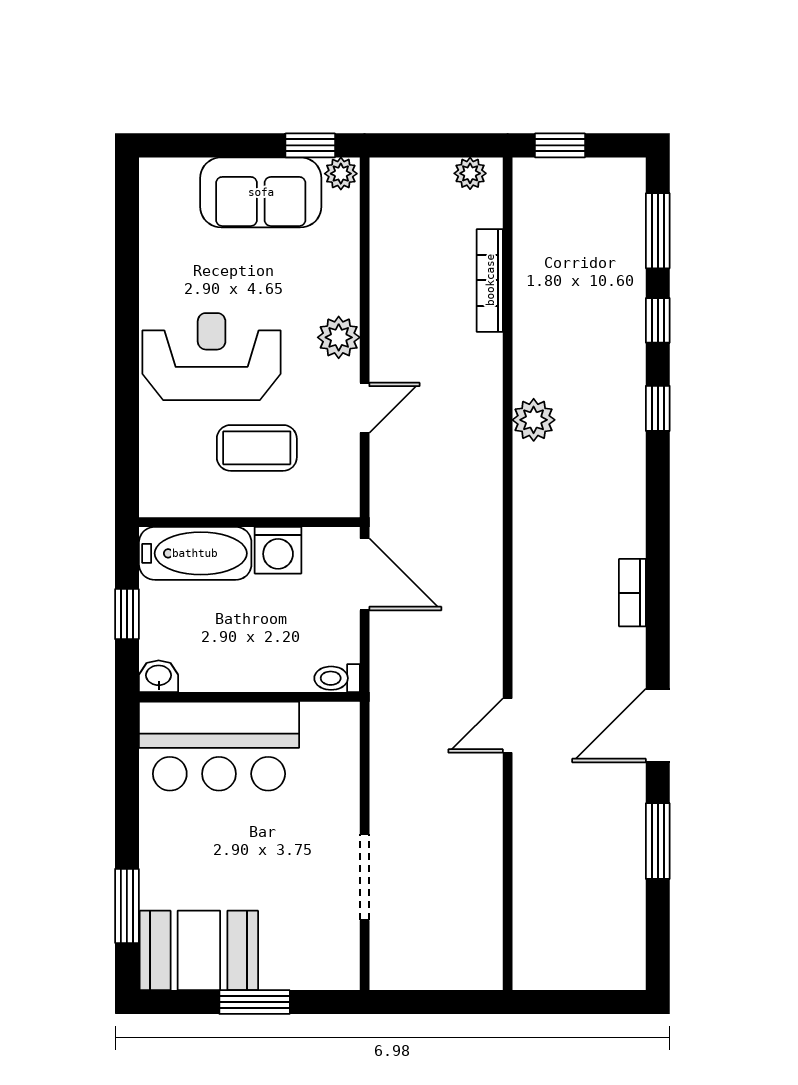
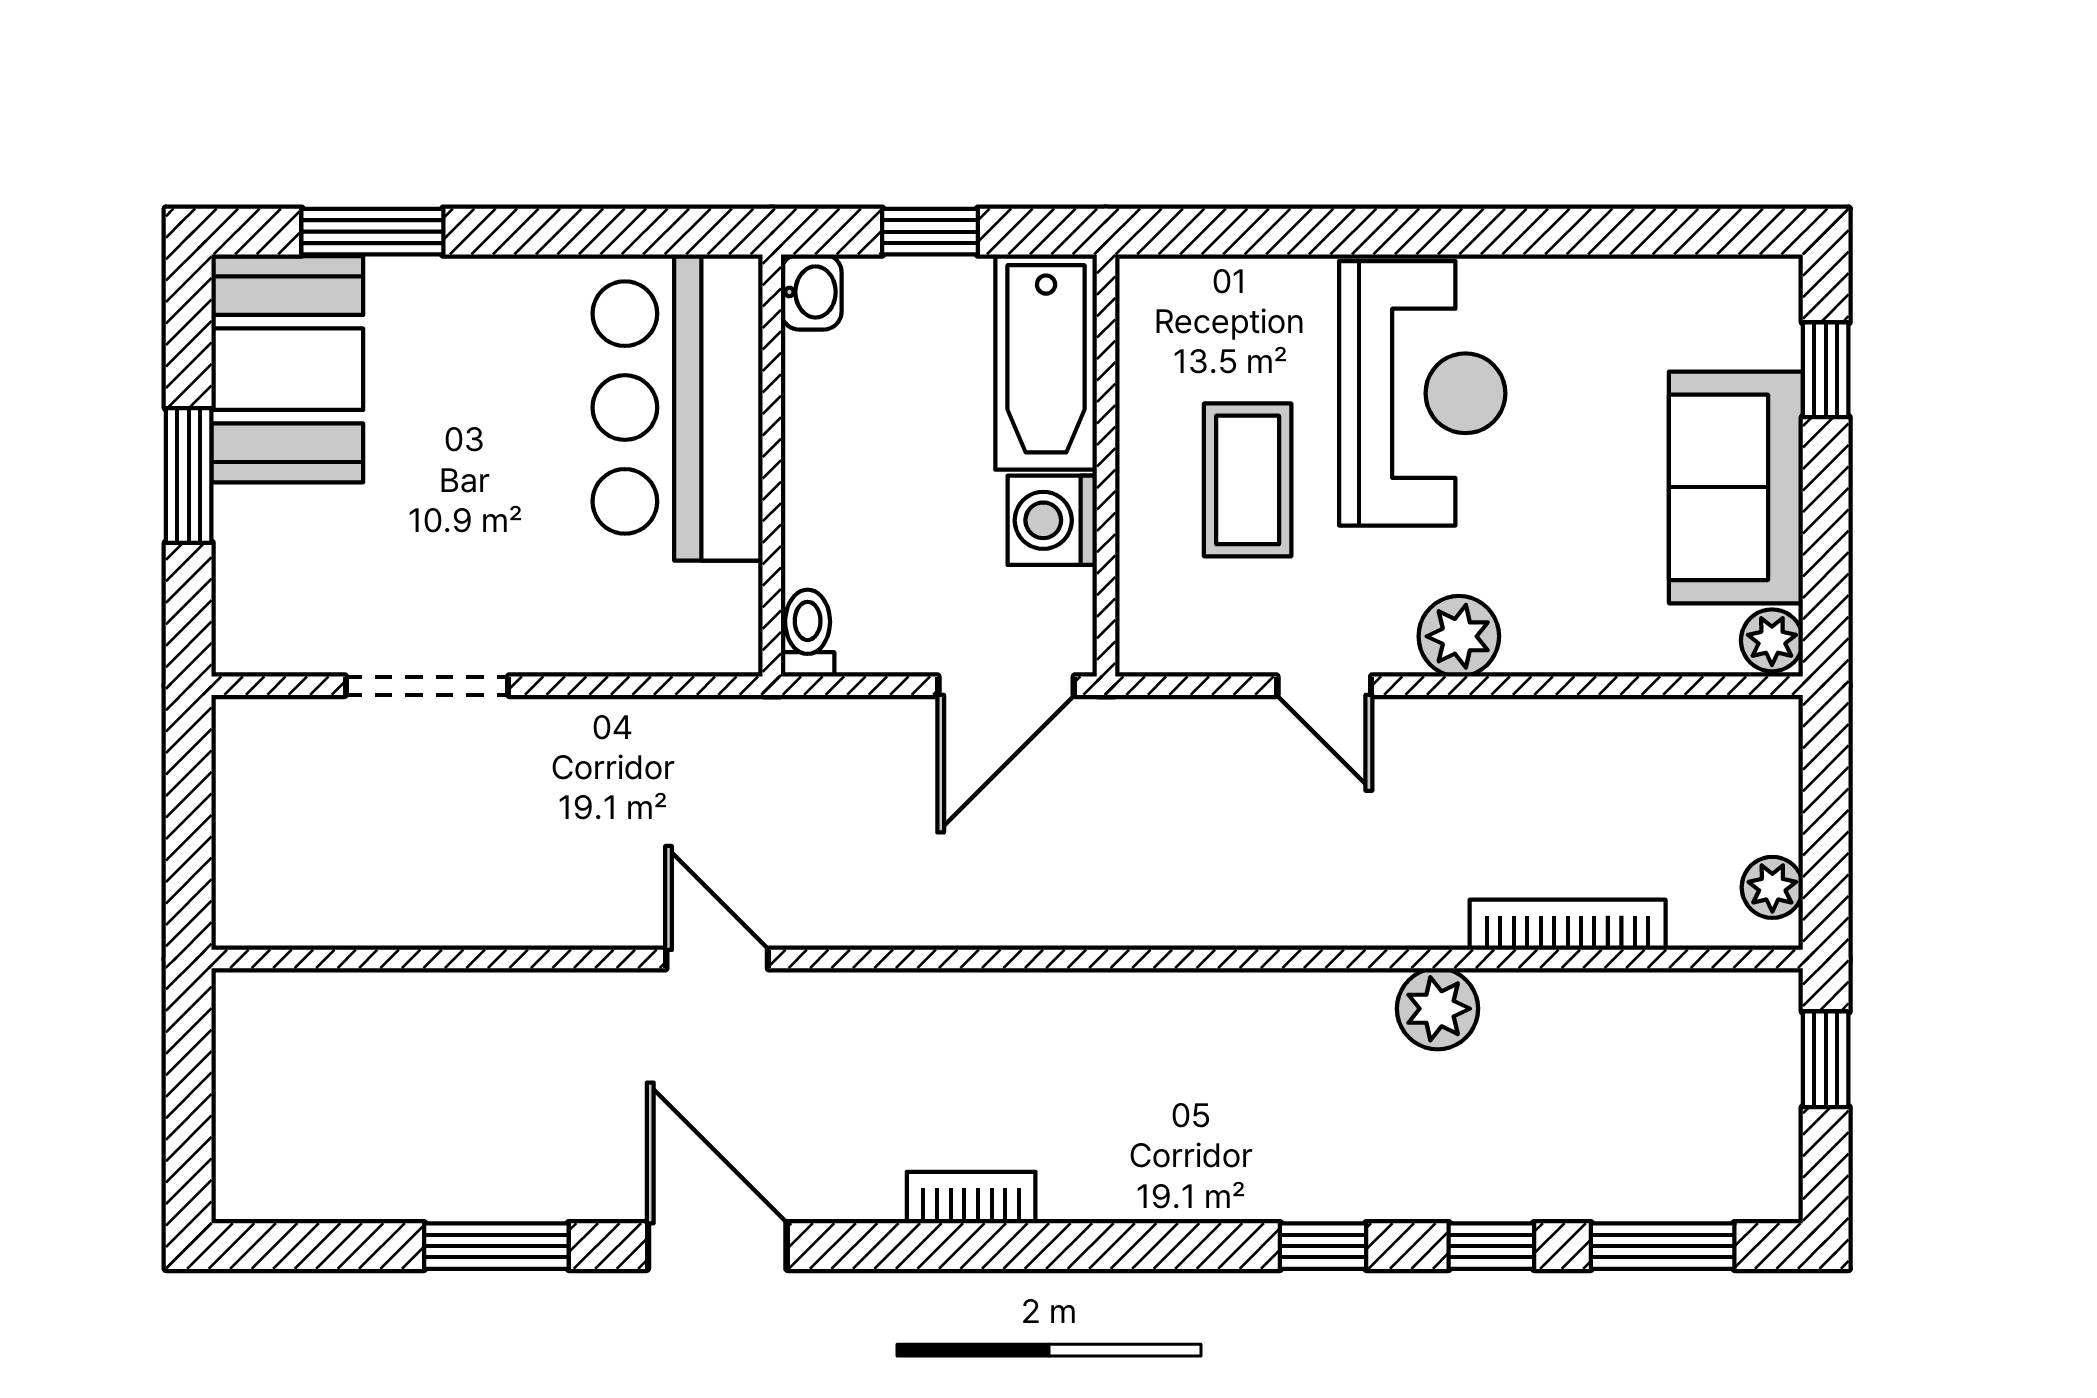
window: (310, 145) -> (1826, 370), moved
plant: (534, 420) -> (1438, 1009), moved

